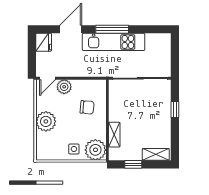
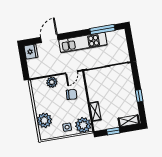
window: (112, 29) -> (102, 29), moved
door: (47, 78) -> (72, 72), moved
window: (175, 109) -> (139, 96), moved
plant: (46, 121) -> (44, 120), moved

